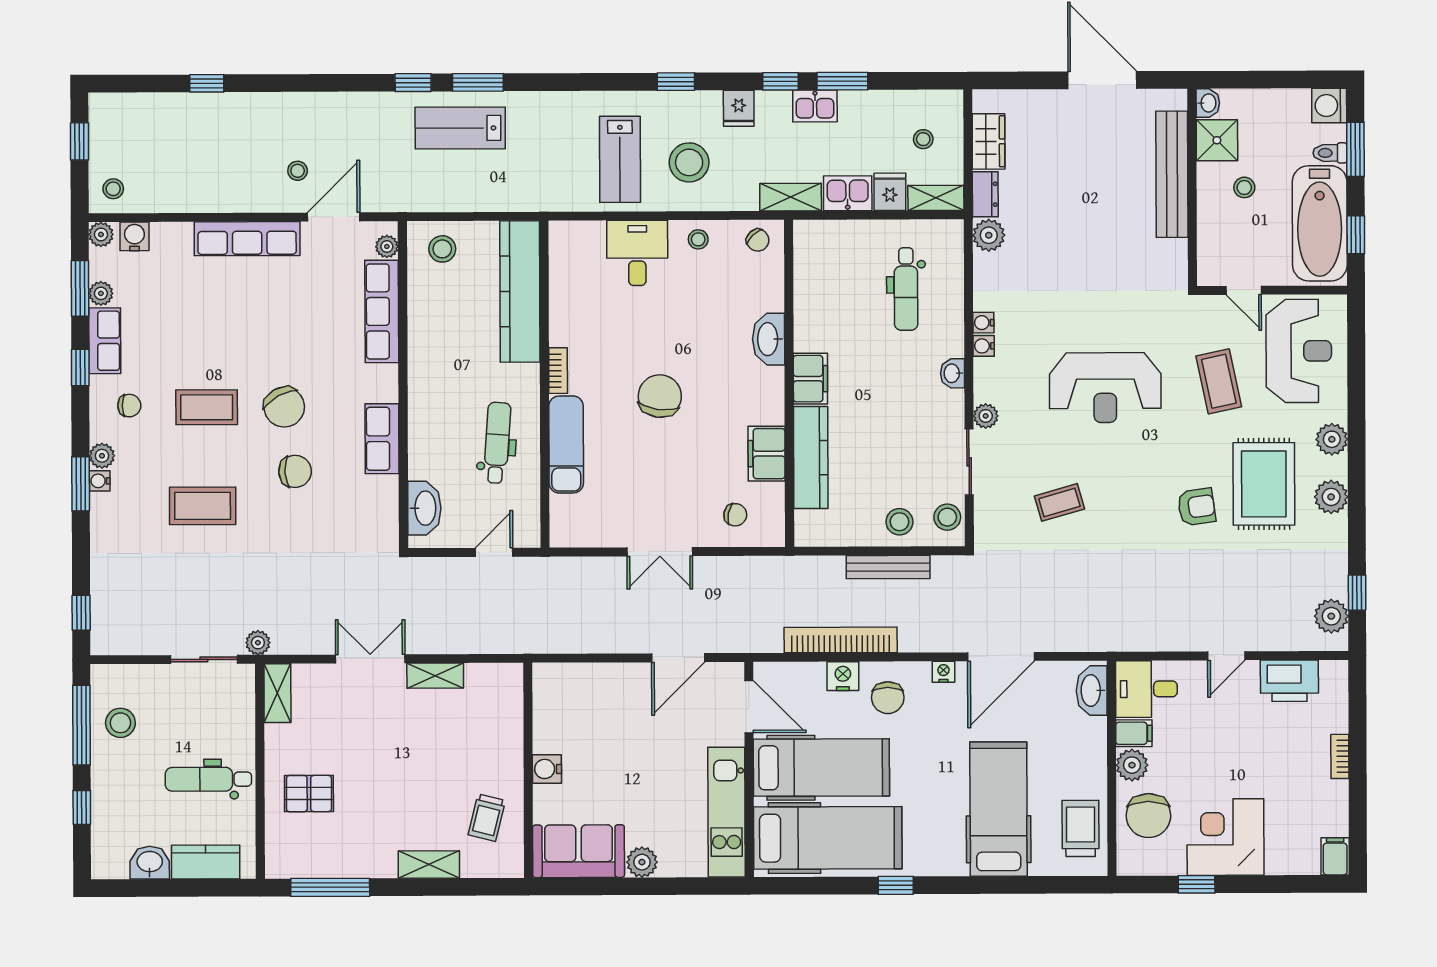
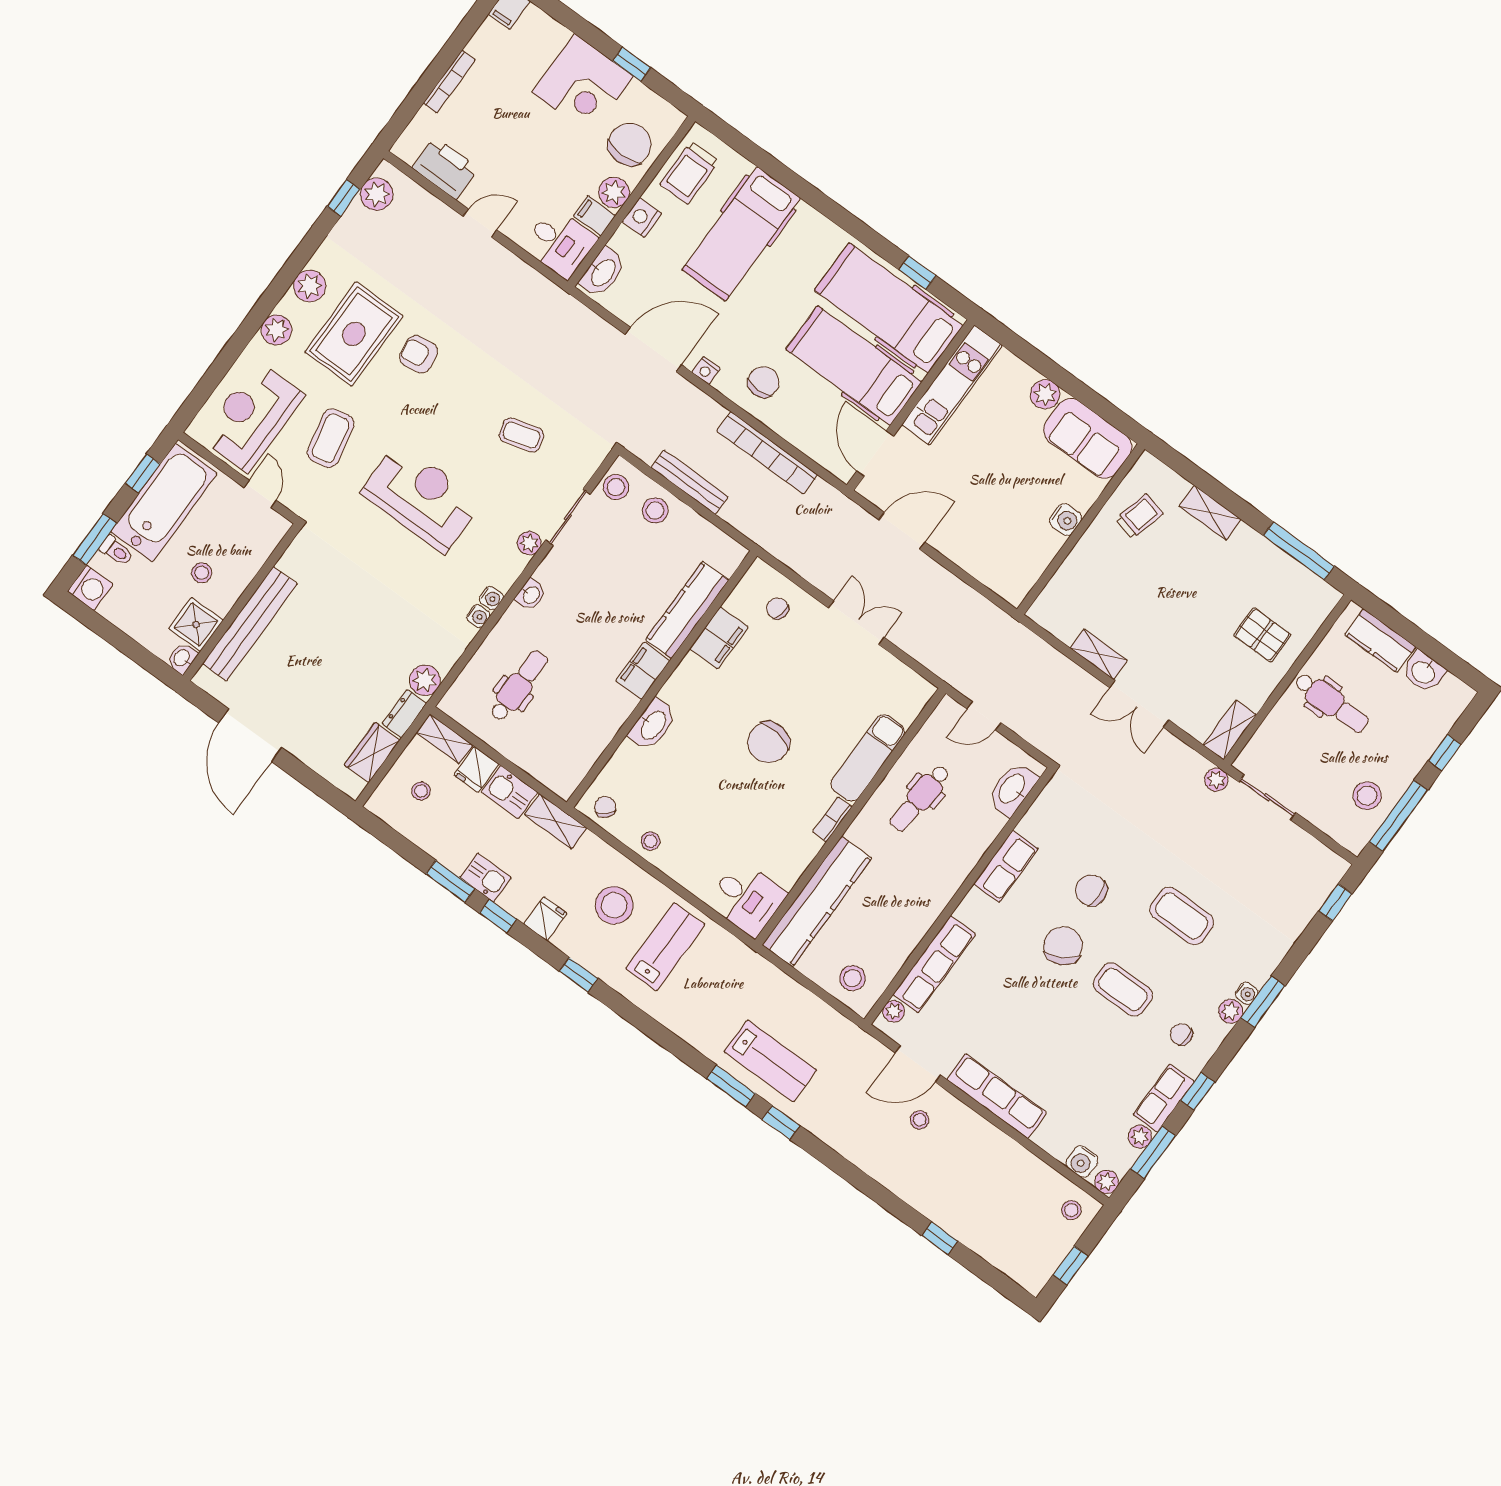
desk: (637, 253) -> (747, 898), moved, turned -90
nightstand: (843, 676) -> (642, 218), moved, turned 90
bookcase: (1340, 756) -> (449, 82), width x1.56
window: (896, 885) -> (917, 273), moved

